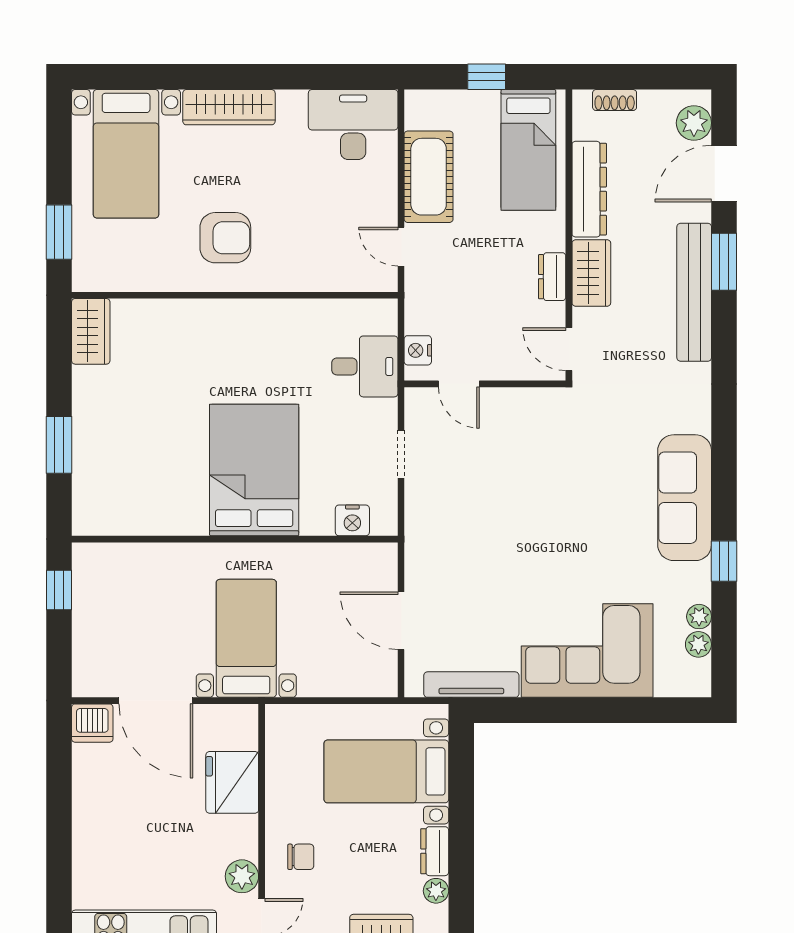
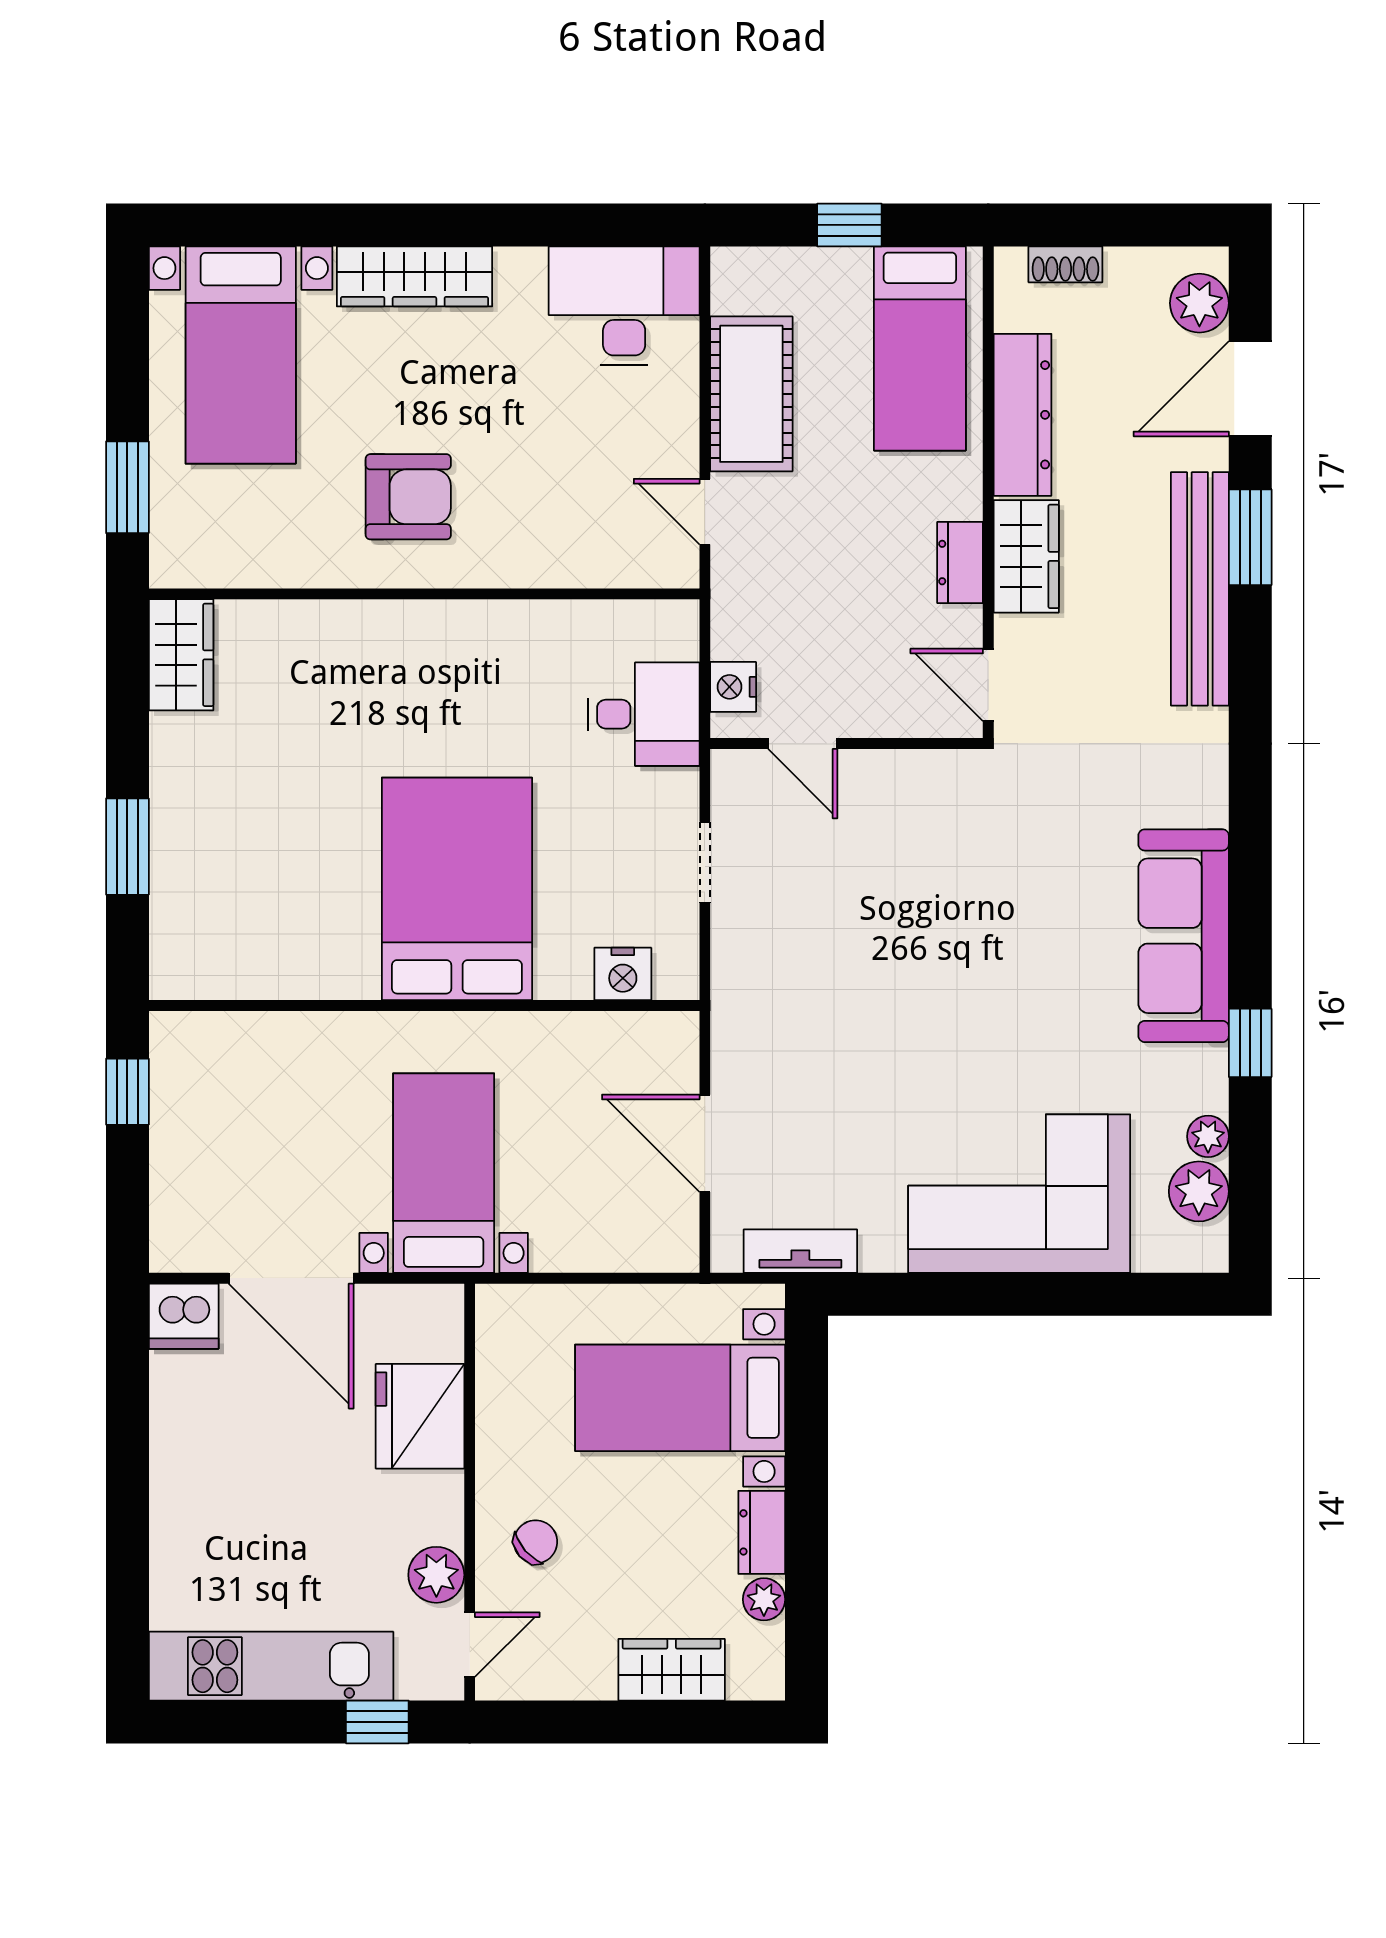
plant: (698, 644) -> (1199, 1191), width x1.38, depth x1.38
tv unit: (471, 685) -> (800, 1251), width x0.71
chair: (301, 857) -> (536, 1542), turned -41

